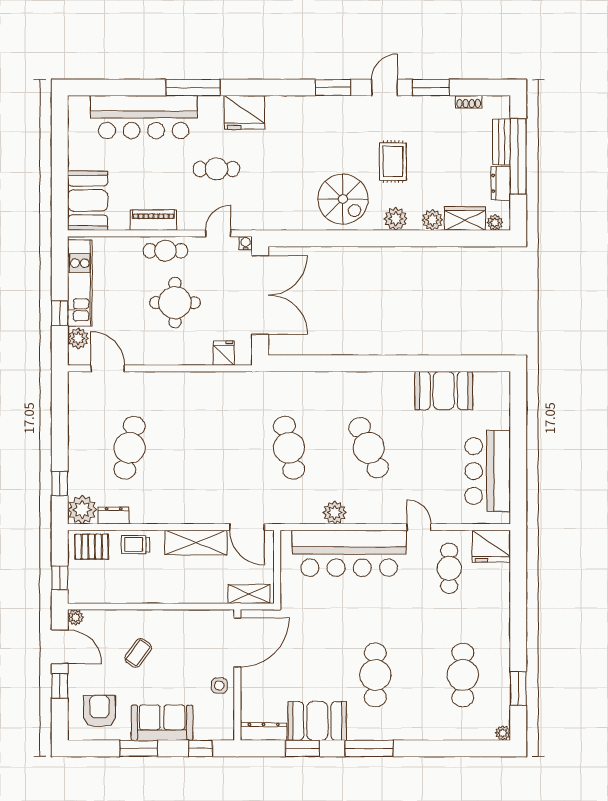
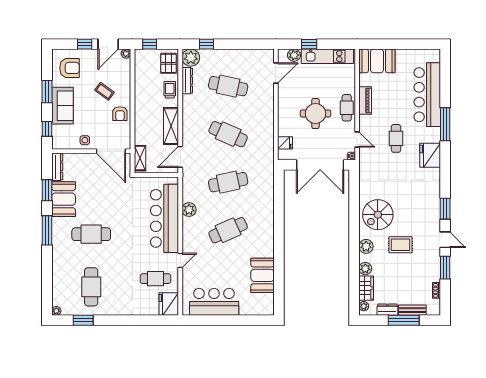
window: (518, 156) -> (404, 320), width x0.68
cafe table: (209, 448) -> (228, 134), added
dresser: (114, 515) -> (187, 81), width x1.44
armchair: (175, 627) -> (120, 114), added
cafe table: (463, 675) -> (91, 287), turned 90

